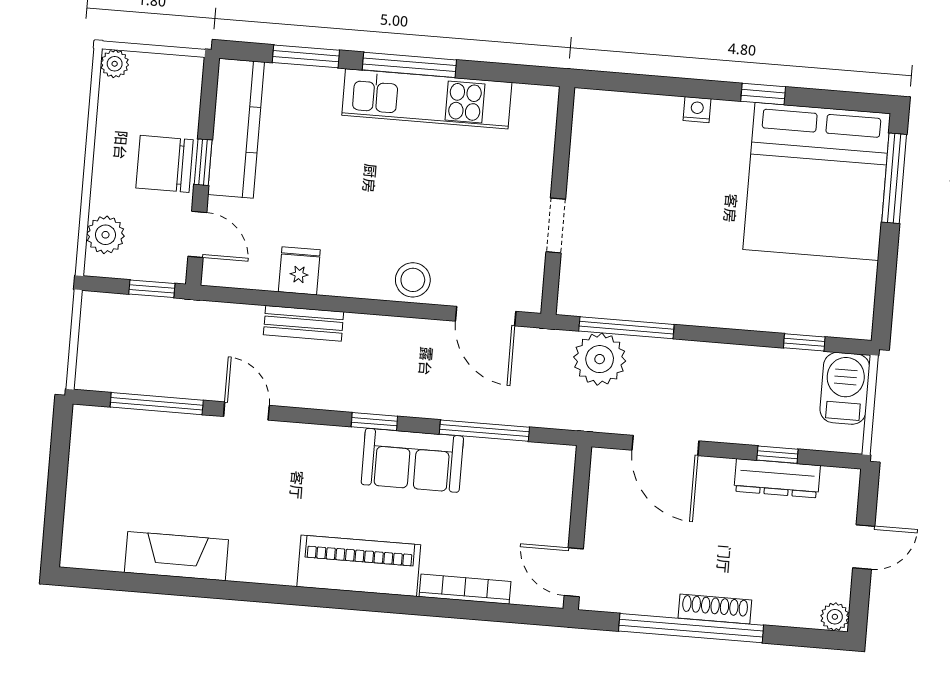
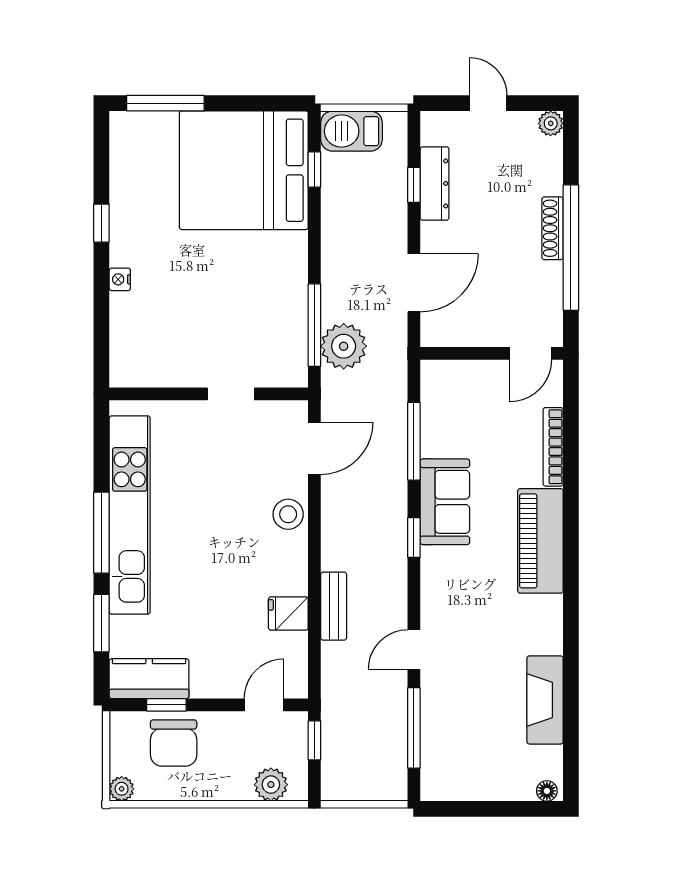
kitchen unit: (427, 99) -> (130, 515), width x1.36
kitchen counter: (236, 128) -> (149, 679), width x0.67
window: (203, 162) -> (166, 705), moved
chair: (165, 164) -> (174, 743), moved
bed: (817, 181) -> (244, 170), moved, turned 180
floor lamp: (72, 550) -> (547, 791), added

